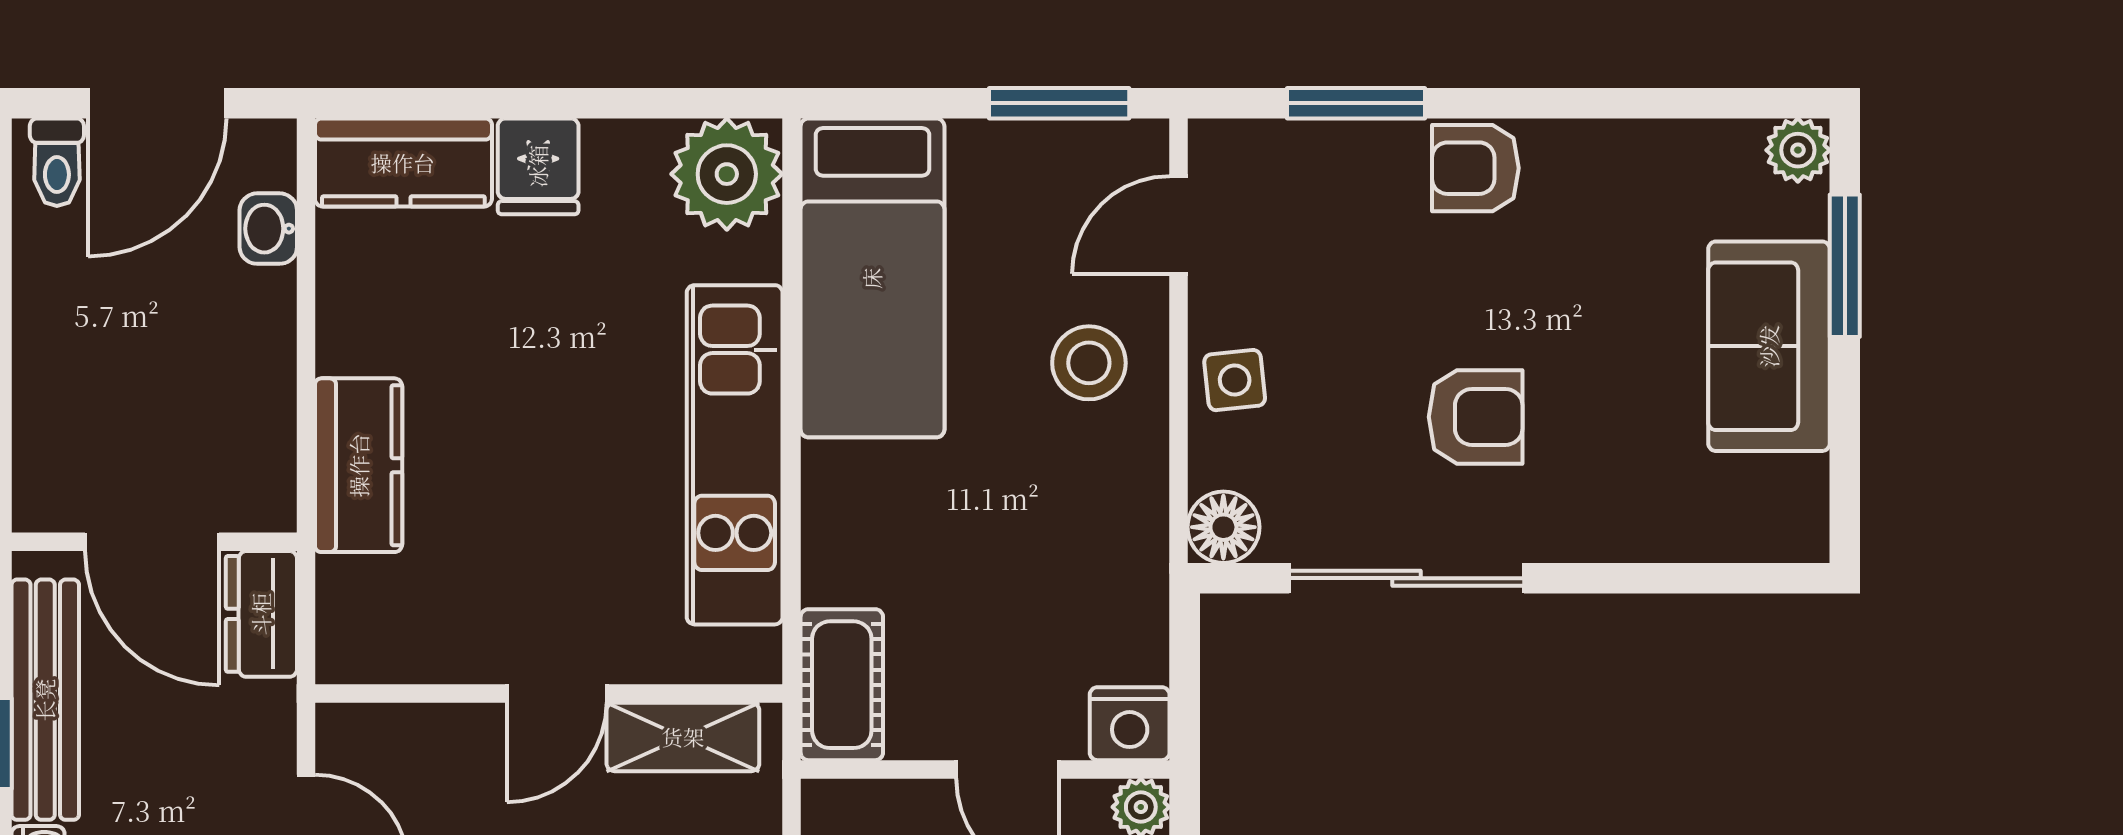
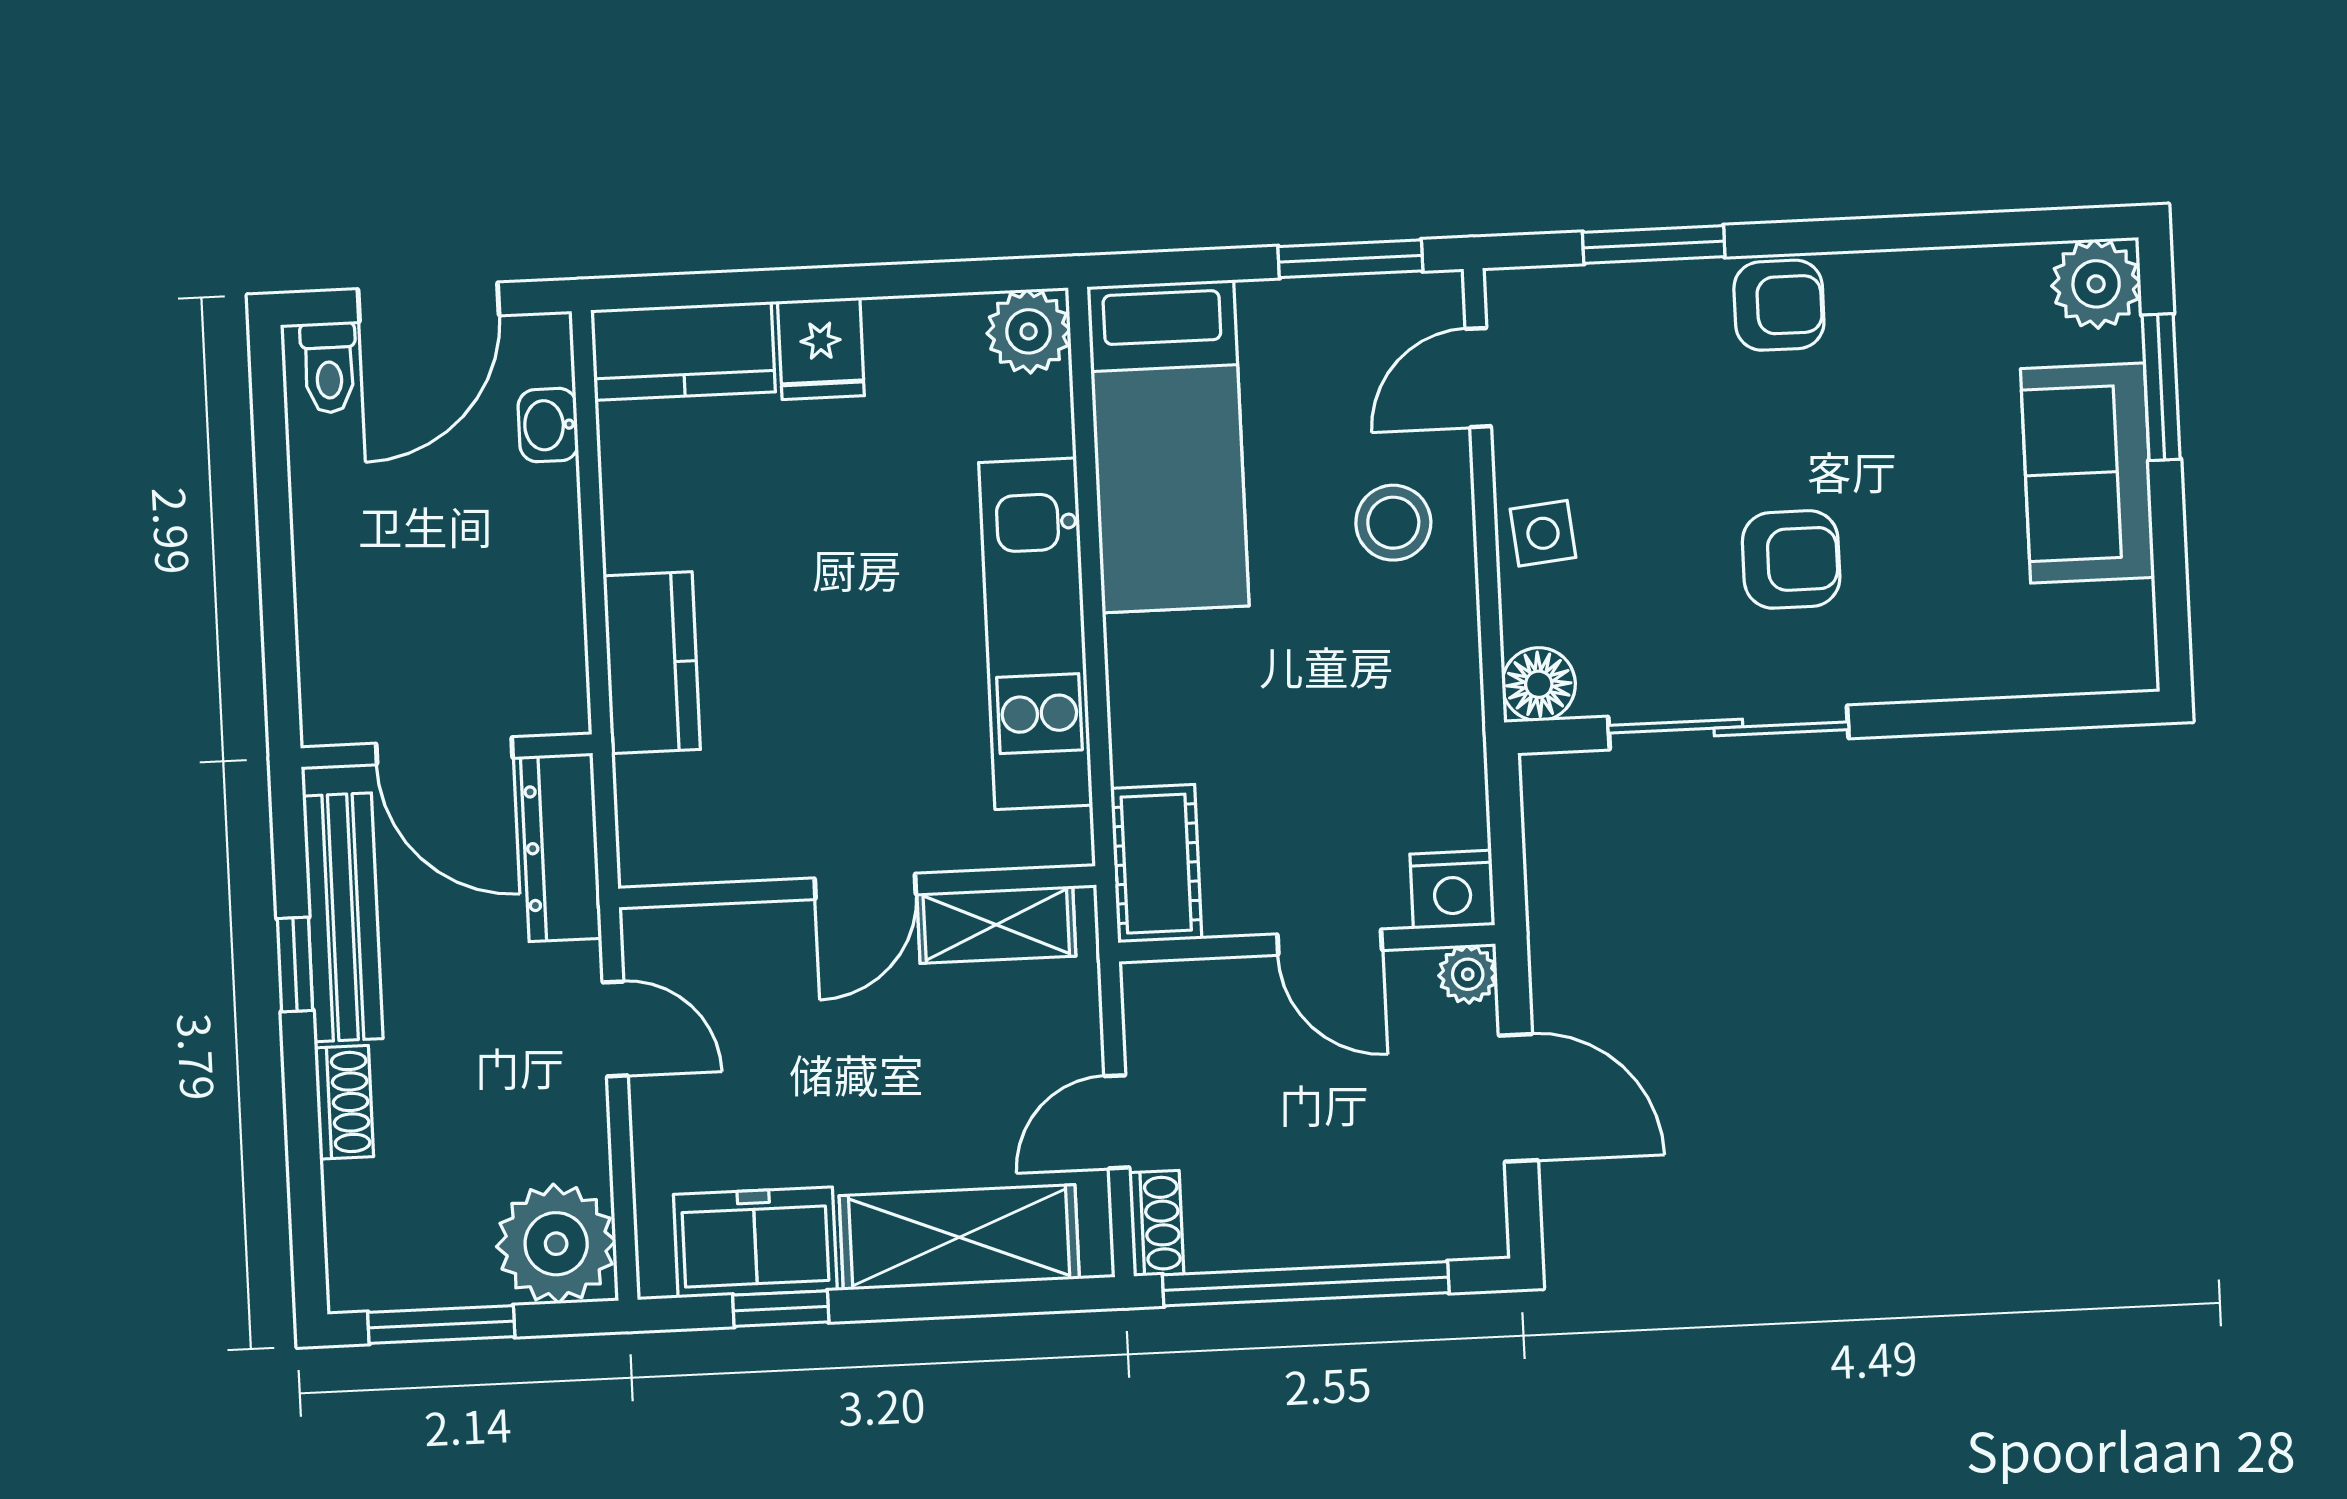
plant: (1798, 150) -> (2096, 284), width x1.38, depth x1.38
armchair: (1475, 168) -> (1779, 305), turned 180
plant: (727, 174) -> (1029, 331), width x0.73, depth x0.73
dresser: (261, 614) -> (561, 847), width x1.44

